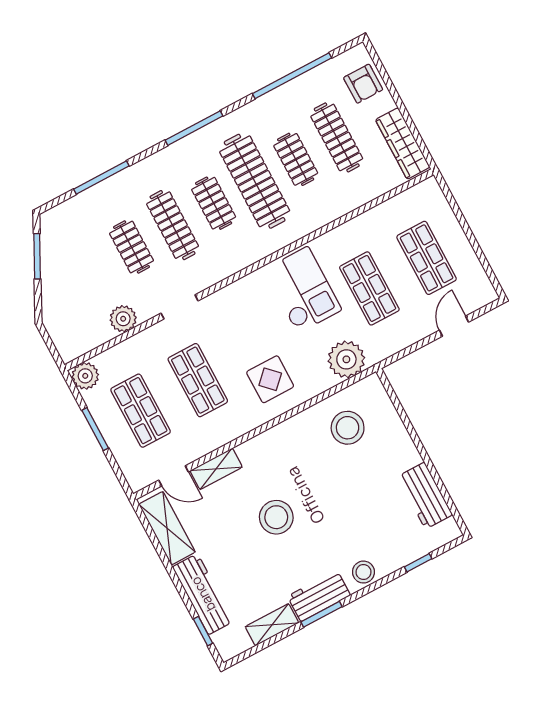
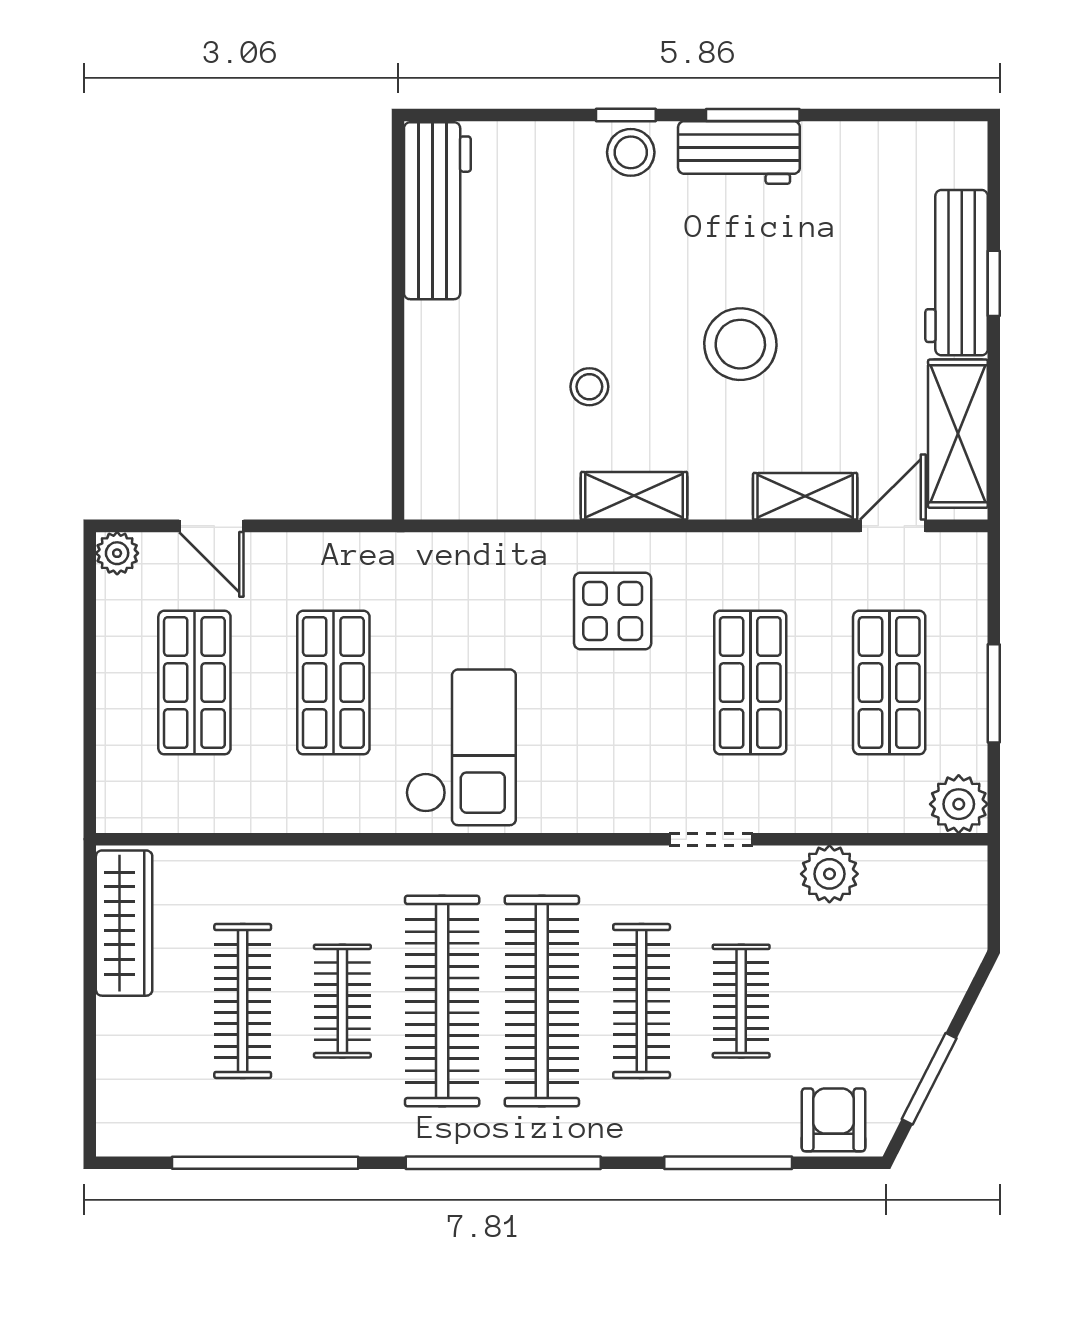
armchair: (363, 84) -> (833, 1120), moved
window: (194, 128) -> (503, 1163), width x1.46
clothes rail: (214, 203) -> (542, 1001), width x1.86, depth x1.31
checkout: (303, 290) -> (461, 747), turned 180
door: (454, 326) -> (211, 526), hinge flipped
plant: (346, 359) -> (117, 553), moved, width x0.53, depth x0.53
stool: (348, 428) -> (589, 387), moved, width x0.53, depth x0.53
door: (174, 476) -> (893, 526), hinge flipped
workbench: (425, 496) -> (437, 211), width x1.38
window: (418, 563) -> (626, 115), moved
shelving: (272, 625) -> (634, 496), moved
window: (203, 631) -> (994, 283), moved

